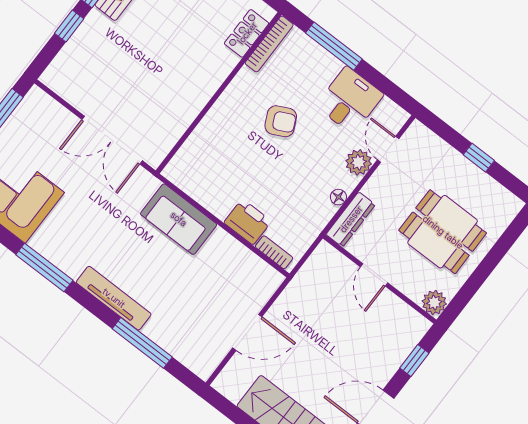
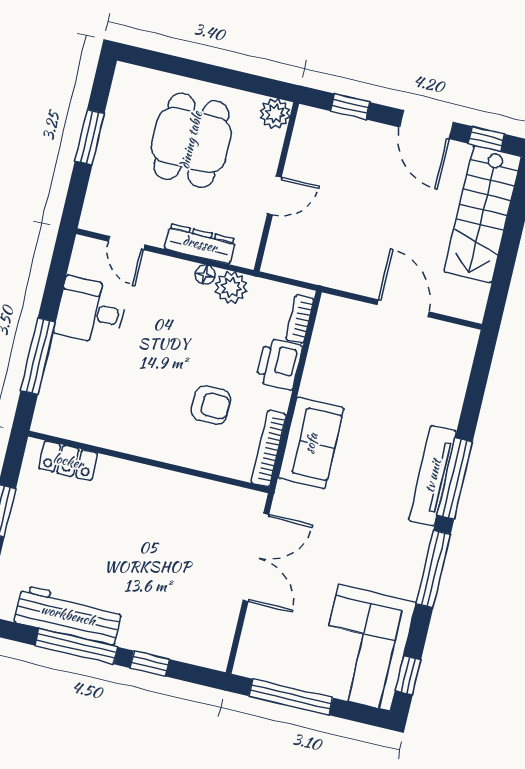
bookcase: (269, 44) -> (269, 449), moved, turned -90
armchair: (281, 121) -> (211, 405), moved, turned 116
door: (388, 149) -> (126, 243), hinge flipped
window: (479, 158) -> (90, 137), width x1.50
plant: (359, 162) -> (231, 287), moved
dresser: (351, 219) -> (200, 244), moved
window: (142, 343) -> (455, 479), moved

